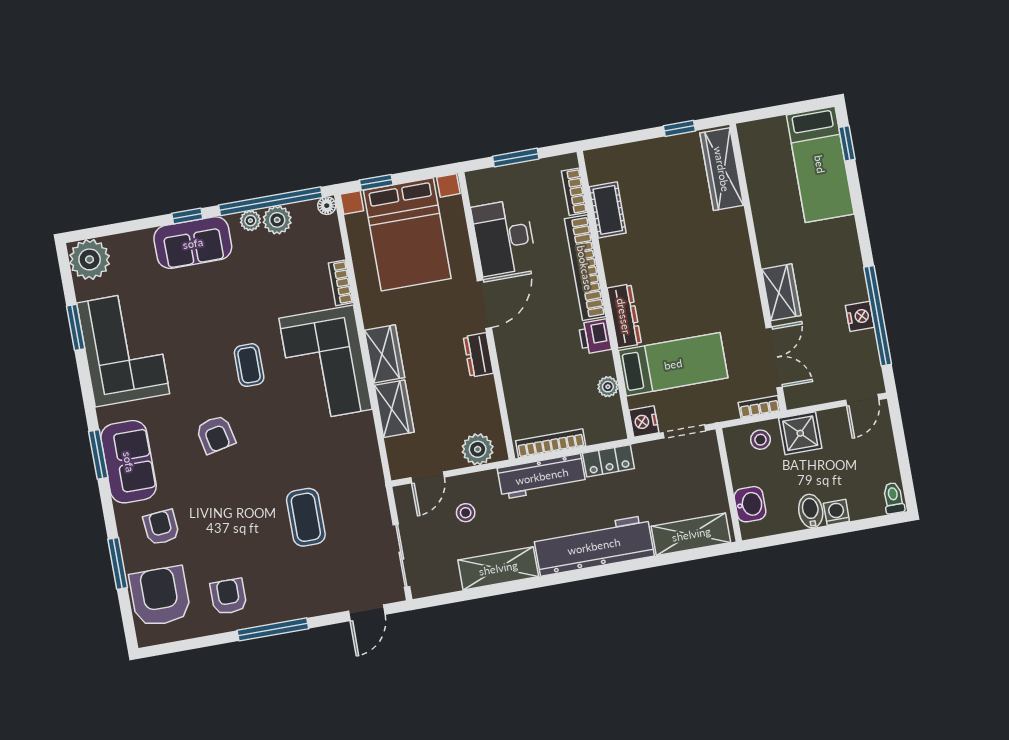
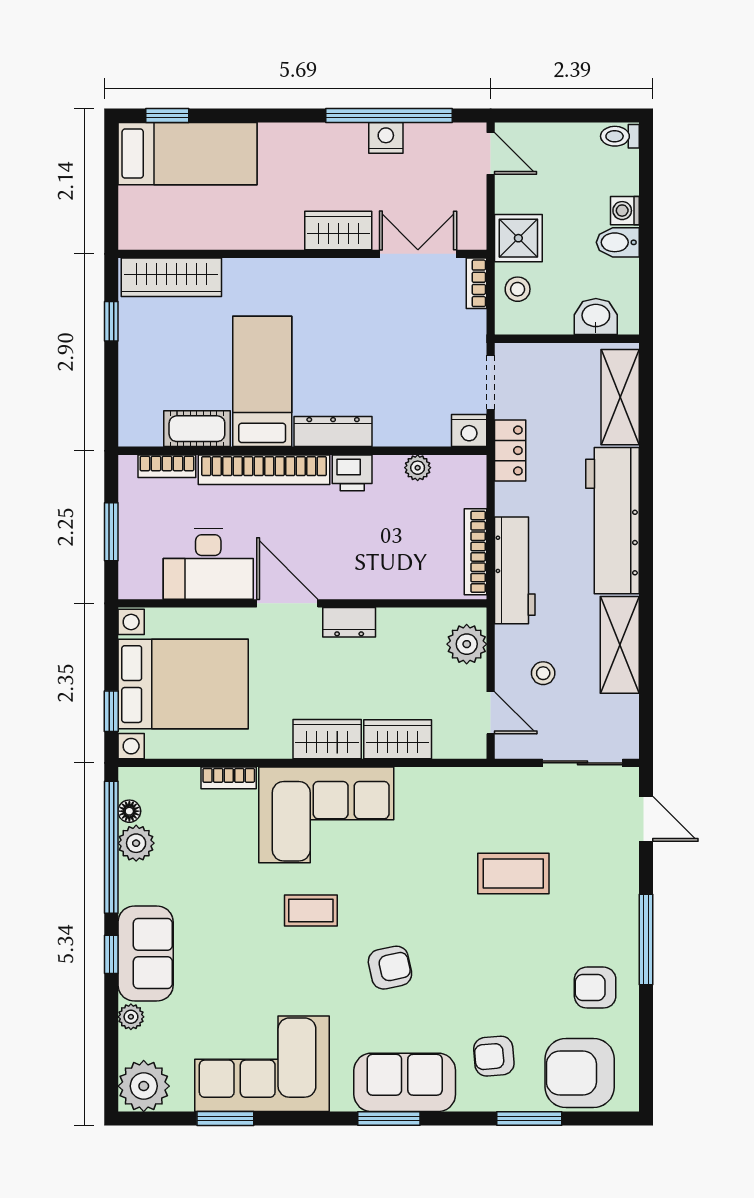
floor lamp: (327, 206) -> (129, 811), moved
plant: (250, 221) -> (131, 1017), moved
bed: (673, 364) -> (262, 381), moved
locker: (608, 461) -> (510, 450), moved

